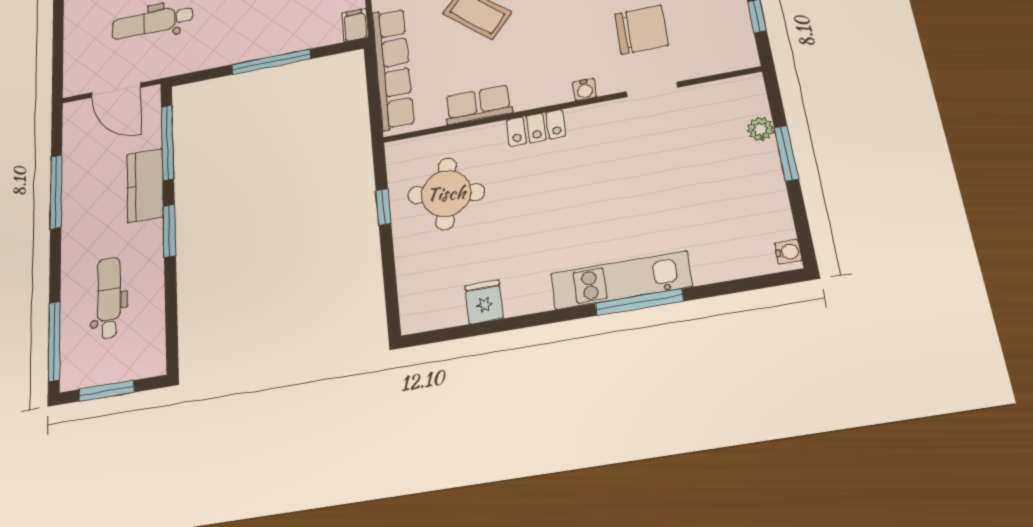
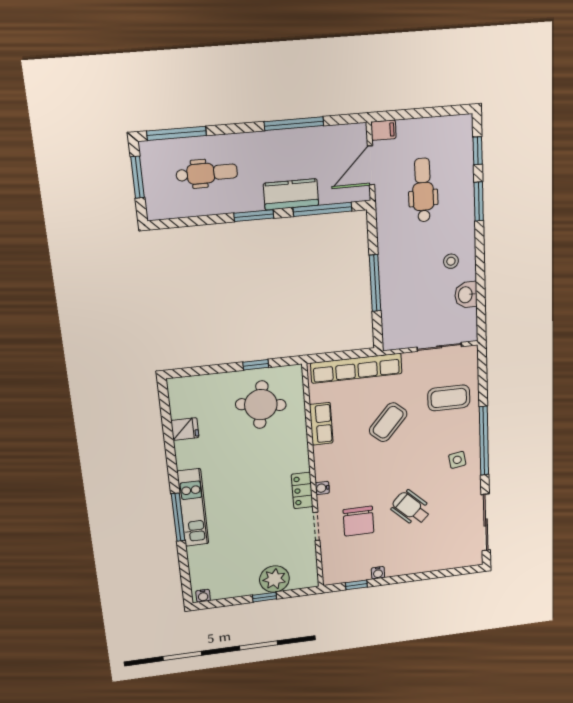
filing cabinet: (355, 25) -> (383, 130), moved
locker: (536, 128) -> (302, 490), moved
plant: (760, 129) -> (274, 579), width x1.88, depth x1.88
window: (786, 153) -> (265, 597), width x0.67

